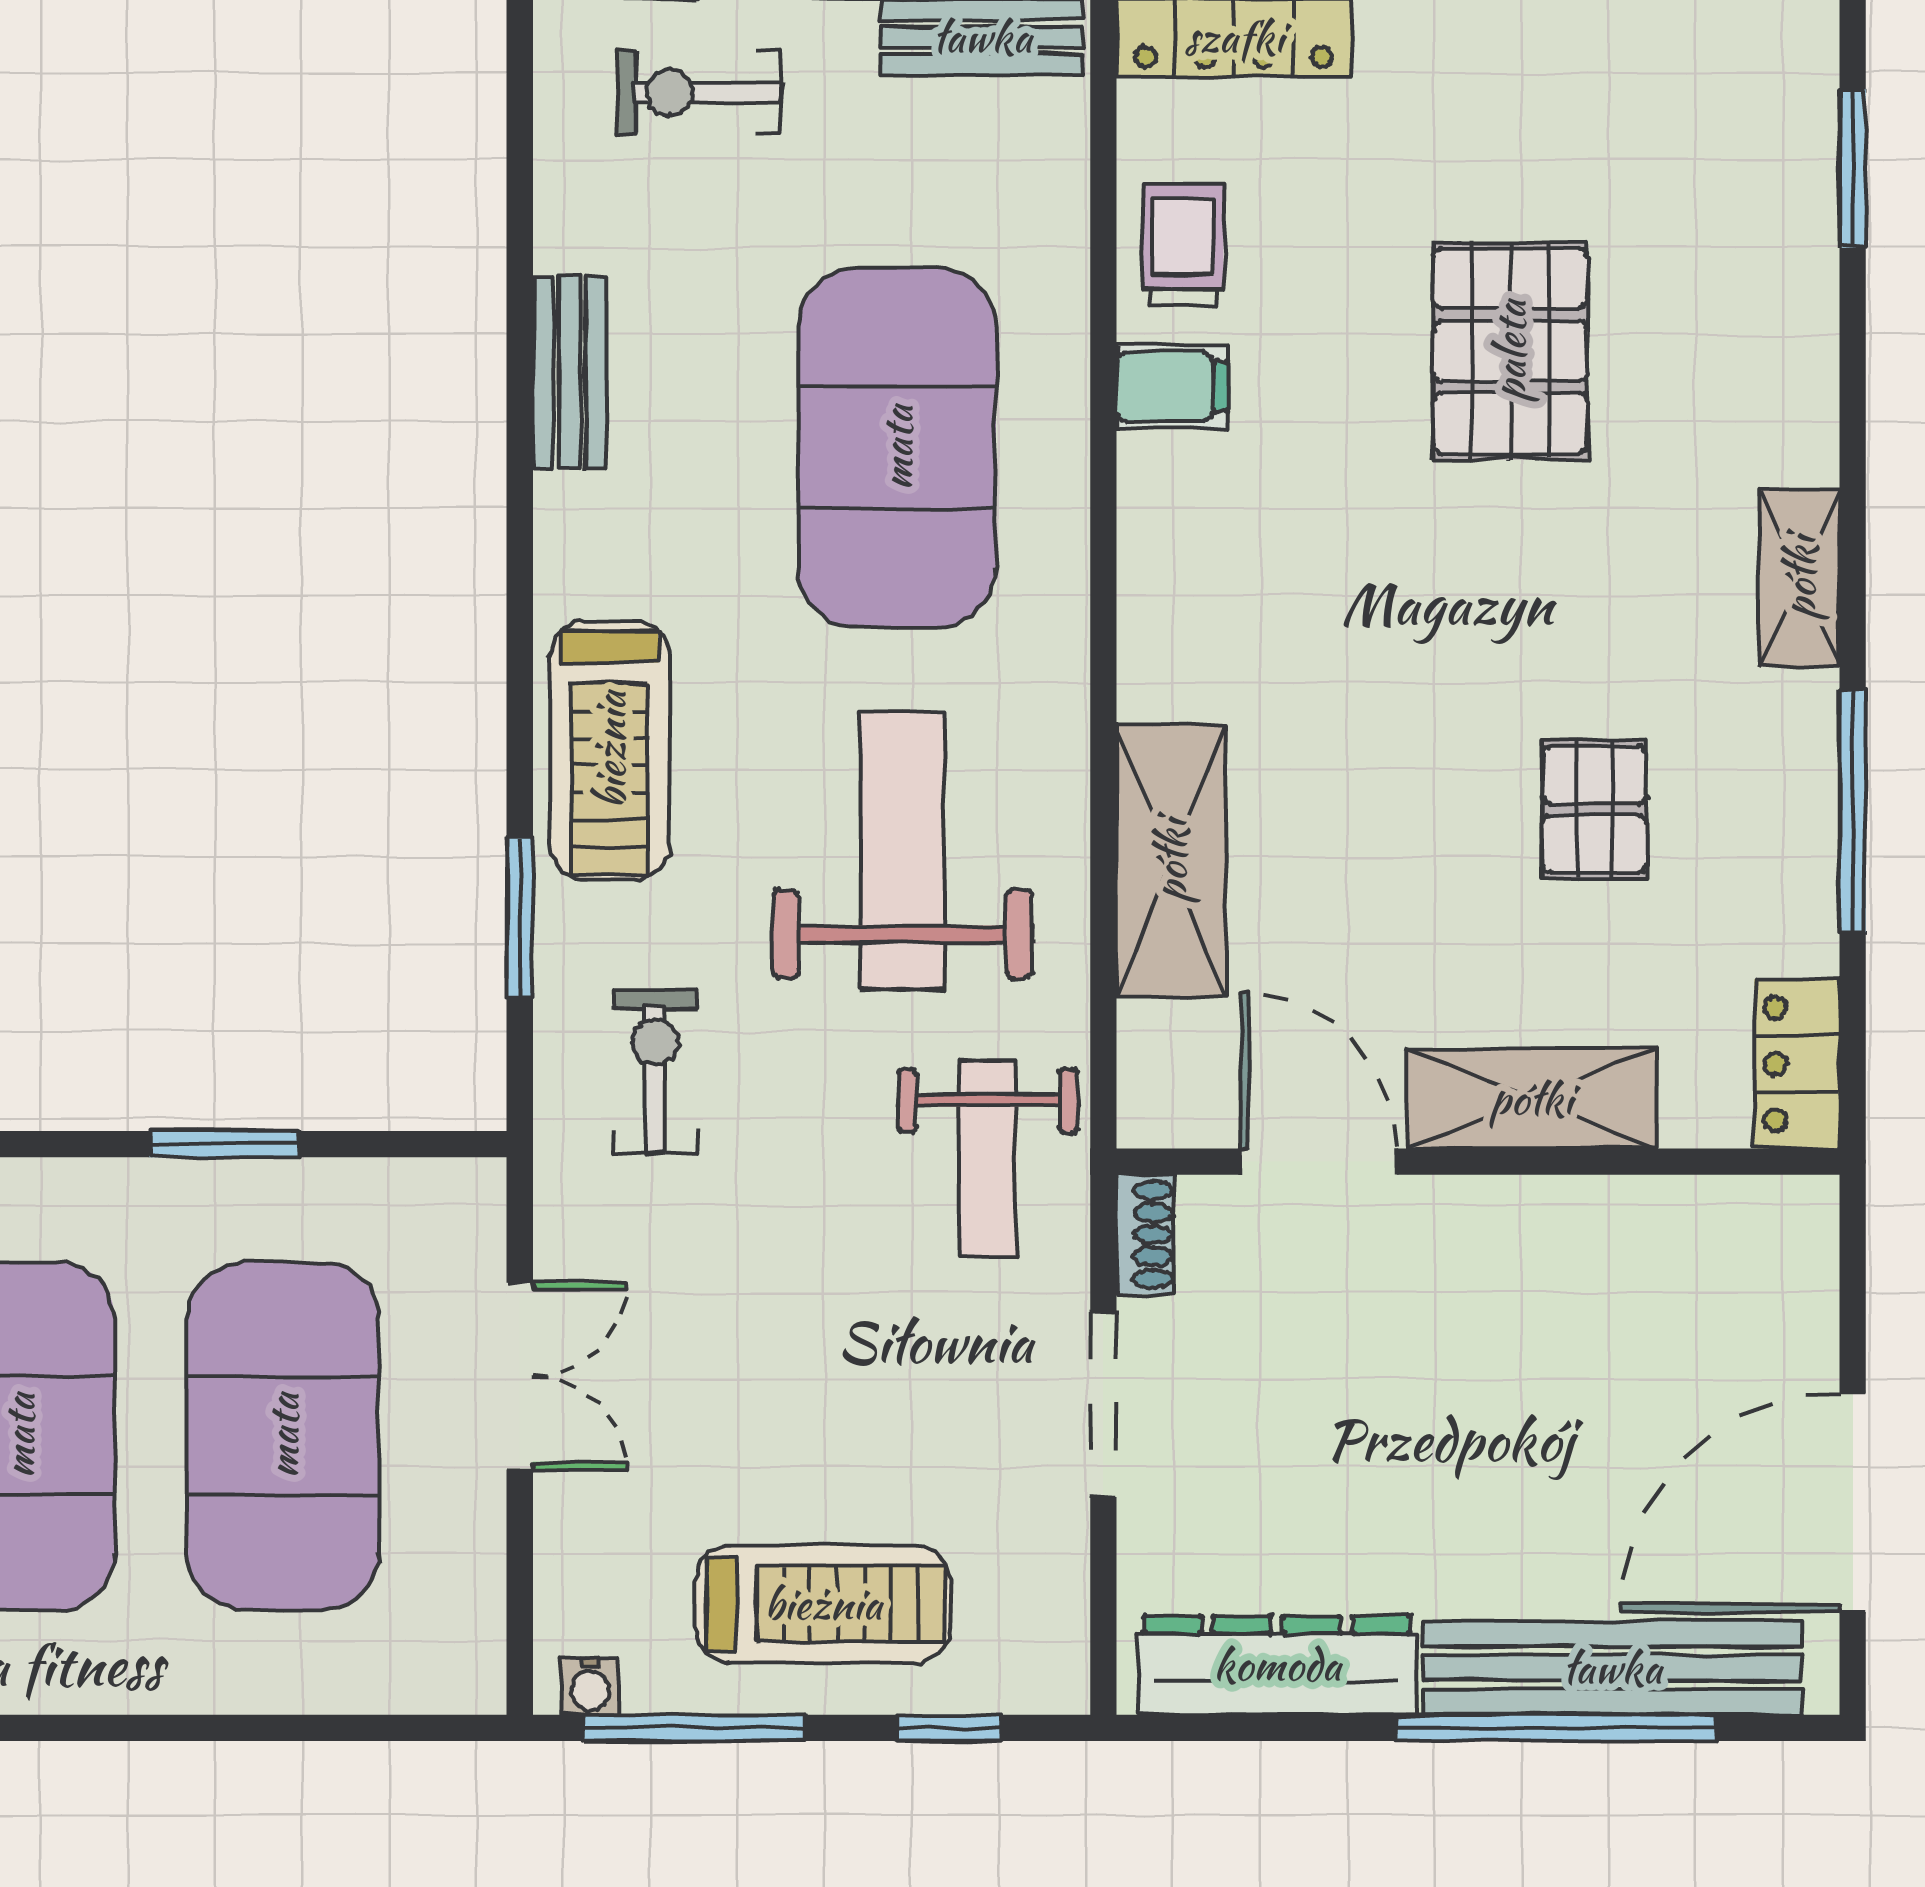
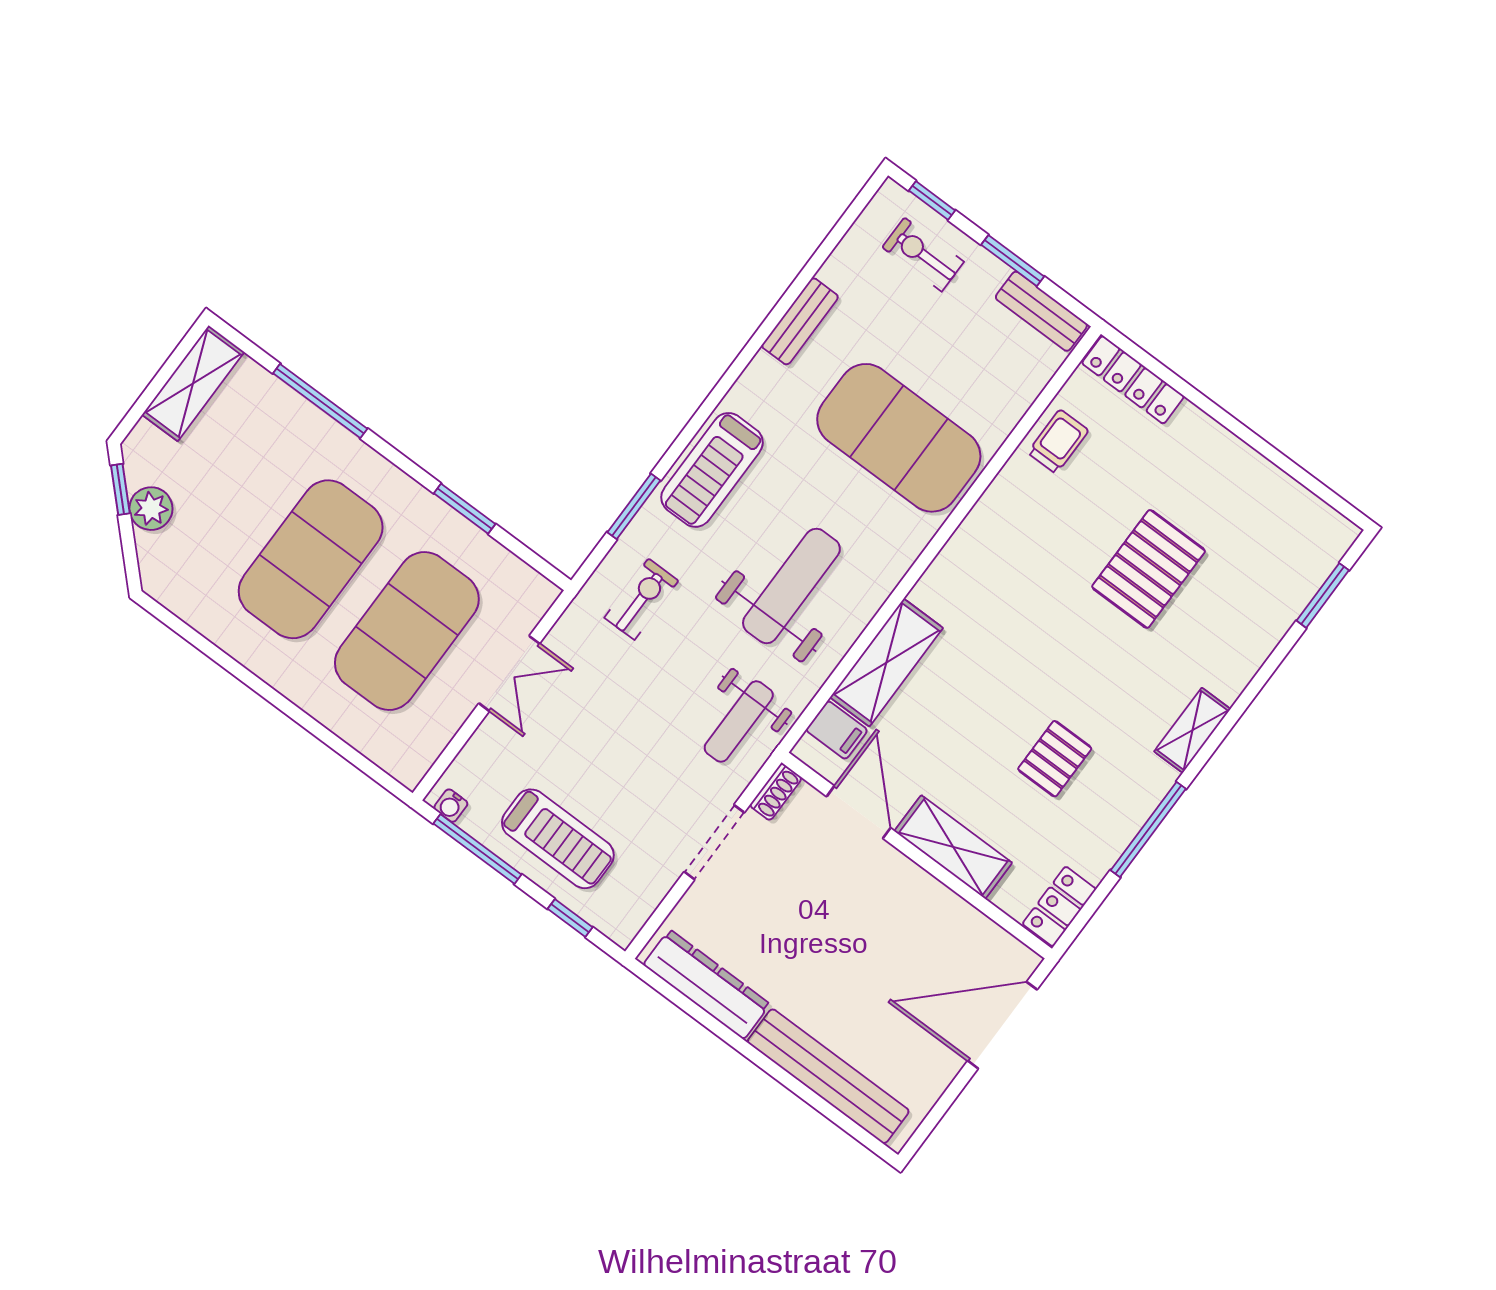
filing cabinet: (1172, 387) -> (837, 730), moved
exercise mat: (897, 448) -> (899, 438), turned 90
door: (1853, 1503) -> (1002, 1025), moved
window: (1556, 1728) -> (791, 1083), removed

